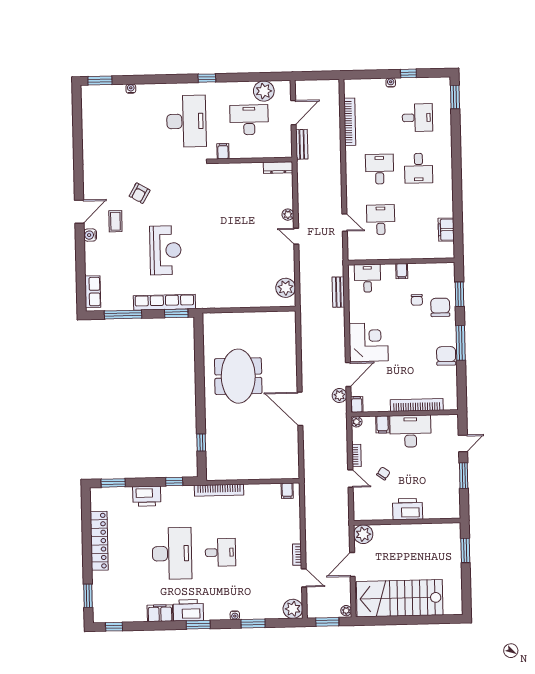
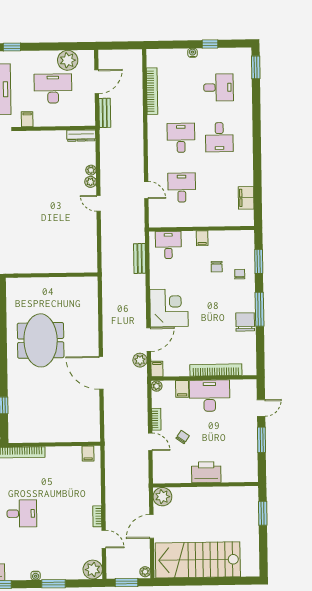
plant: (286, 288) -> (91, 170), moved, width x0.53, depth x0.53
chair: (440, 307) -> (240, 274), width x0.54, depth x0.54

